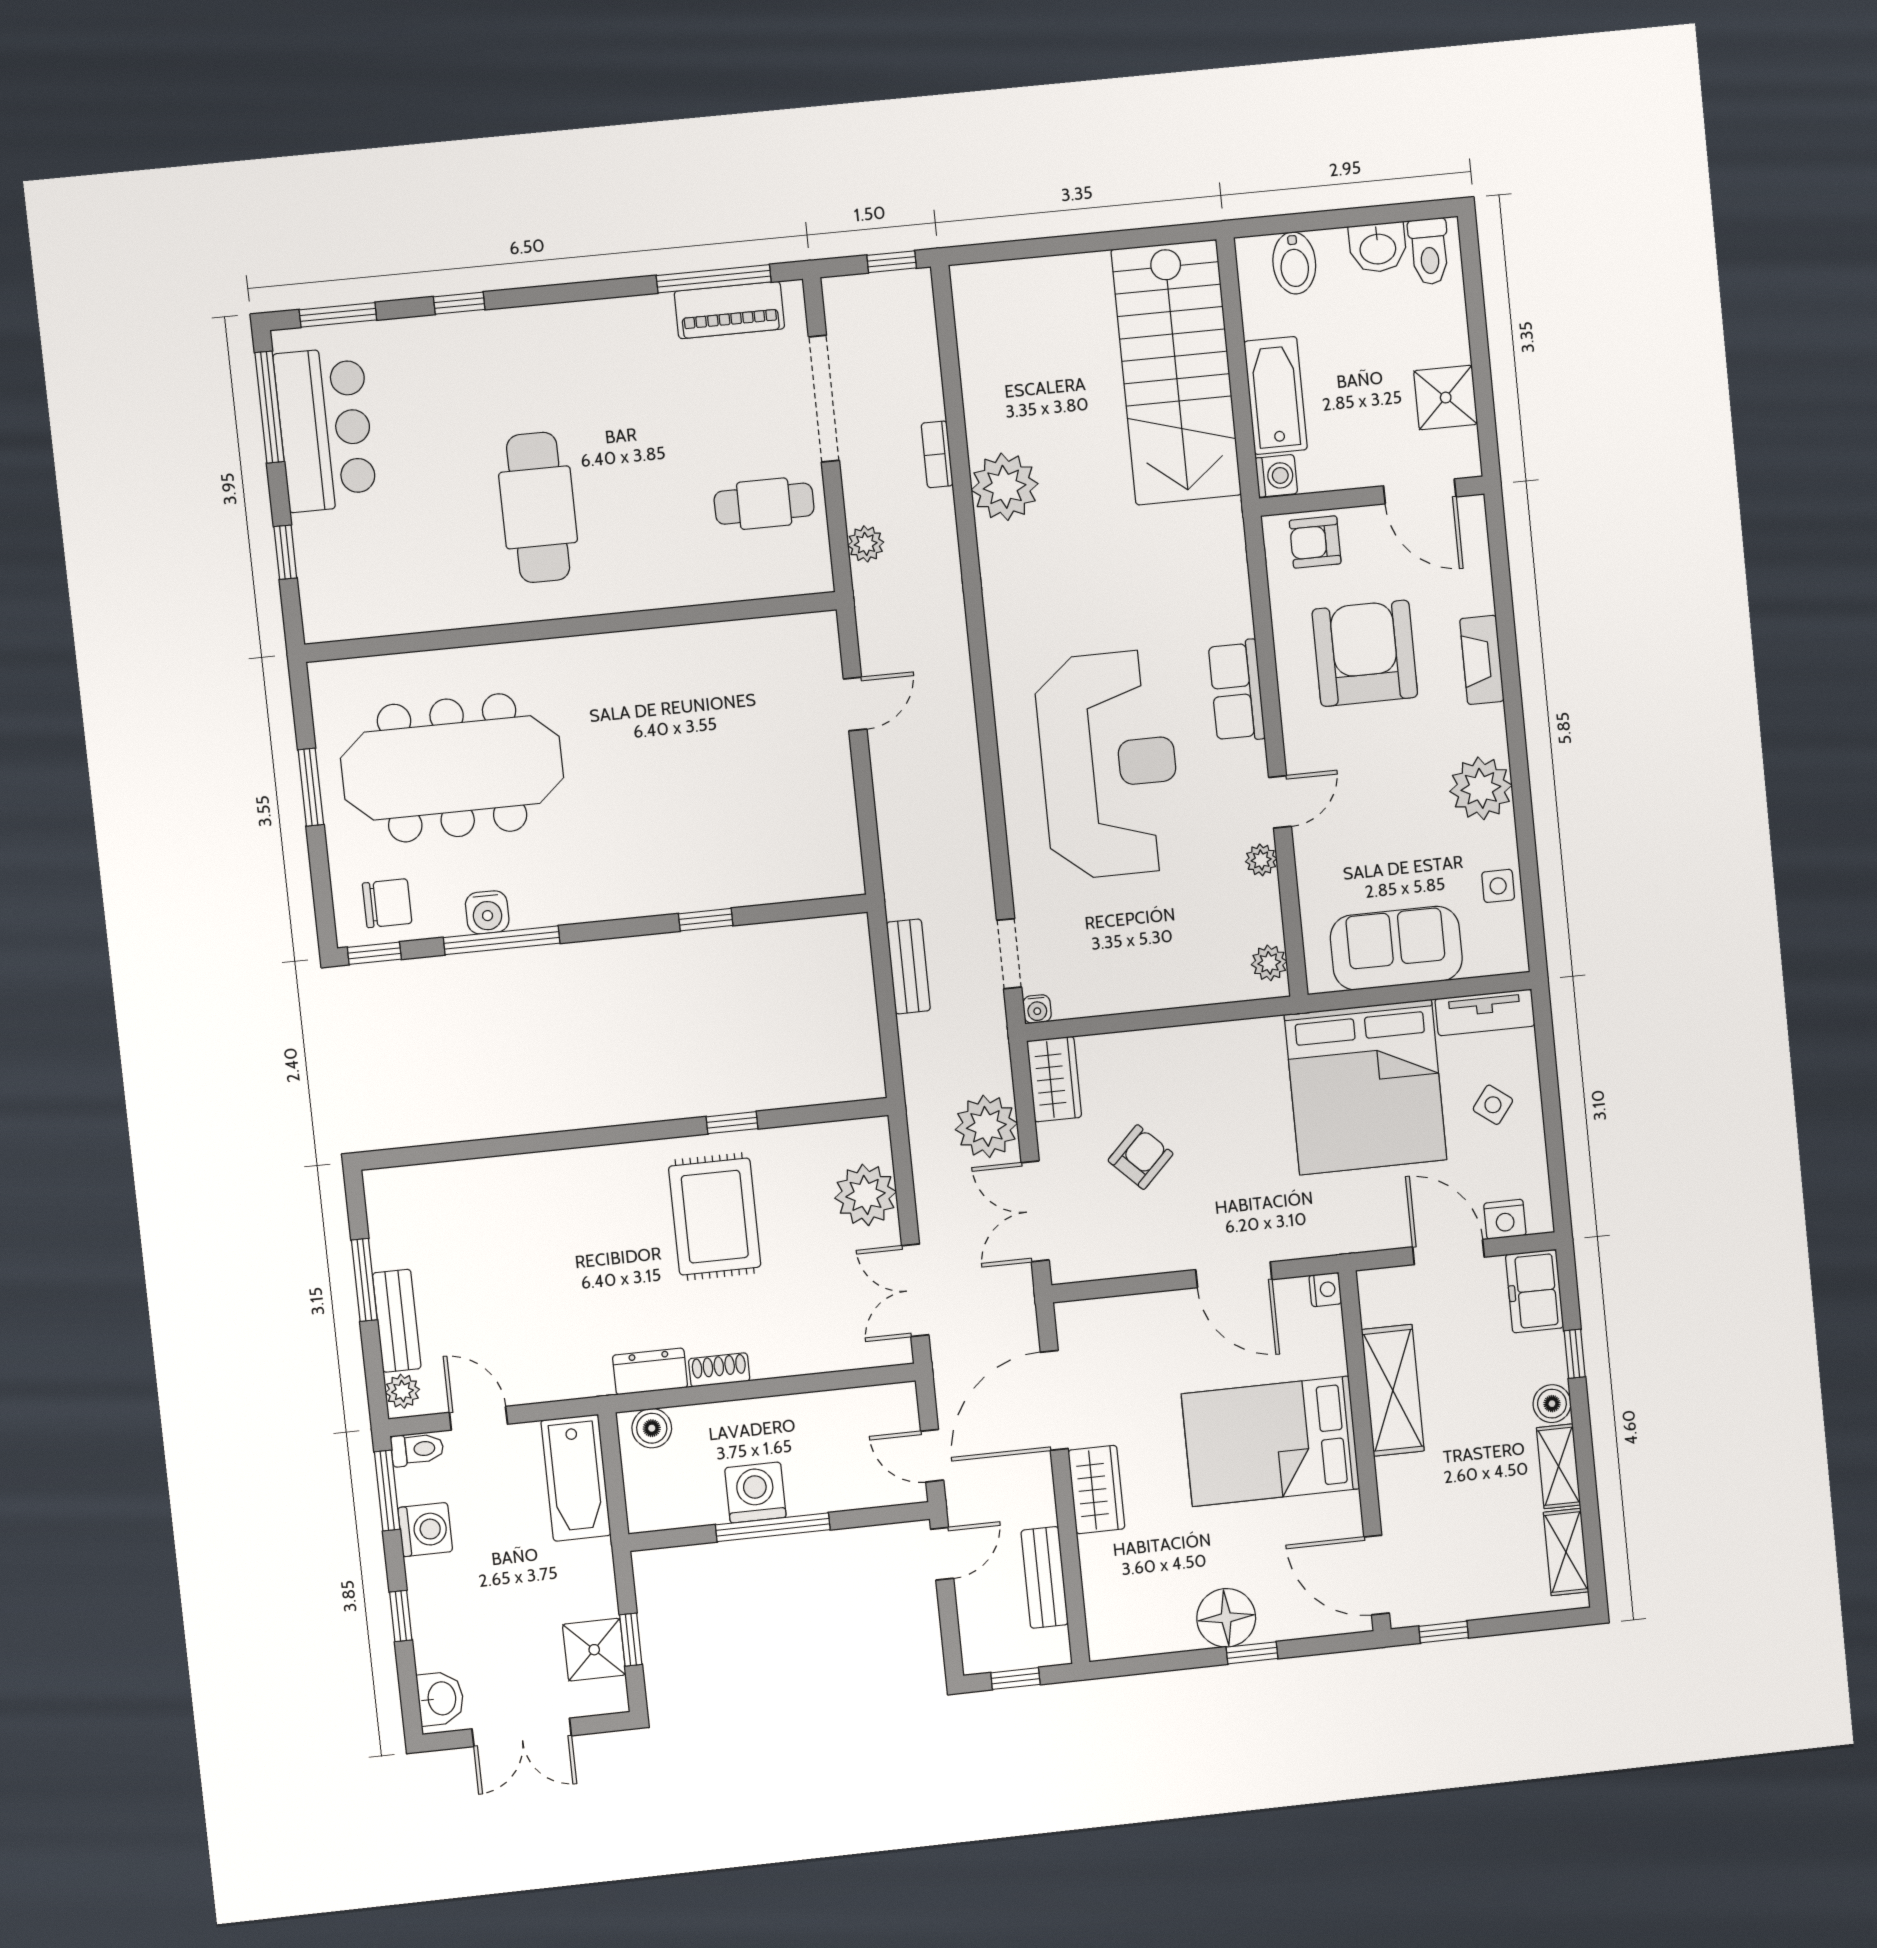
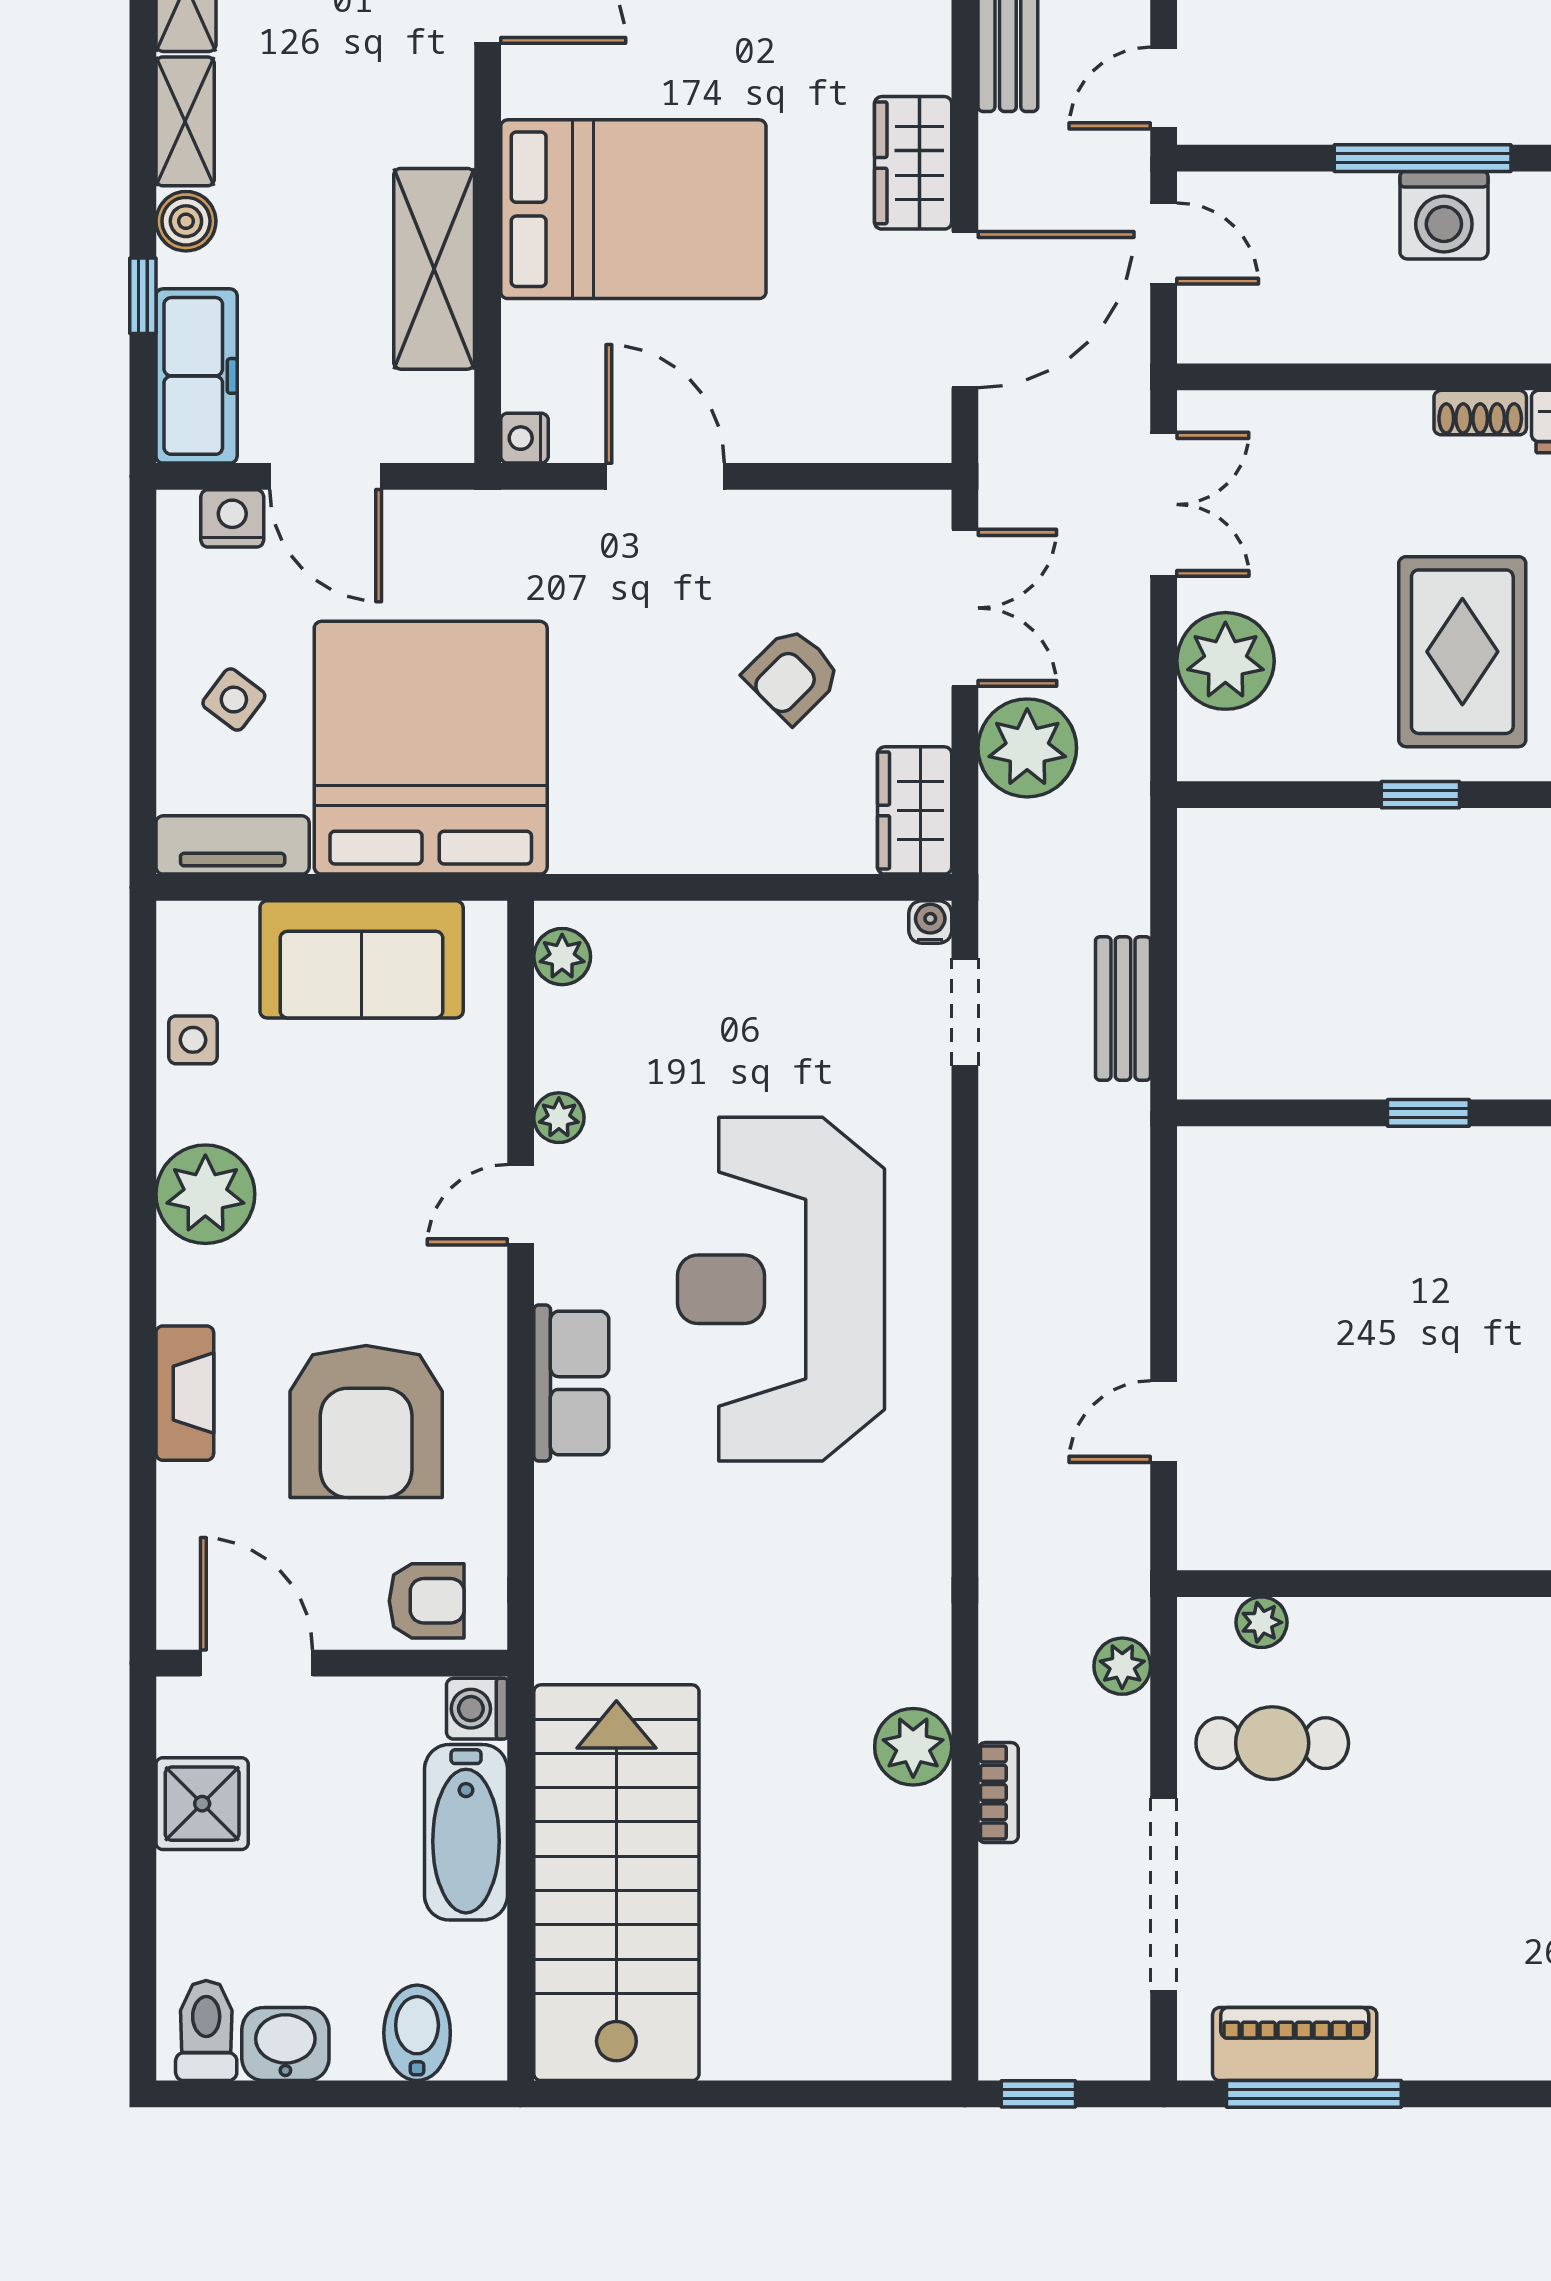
plant: (1005, 487) -> (913, 1747), width x0.73, depth x0.73
plant: (779, 581) -> (1261, 1622), added
freezer: (1534, 1291) -> (197, 376), width x1.40

